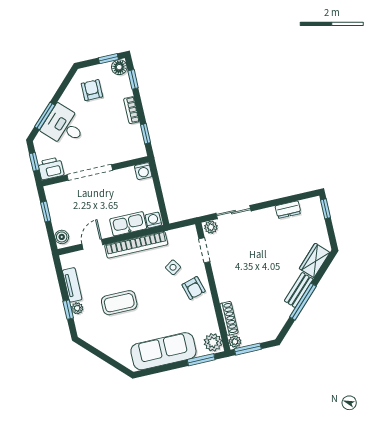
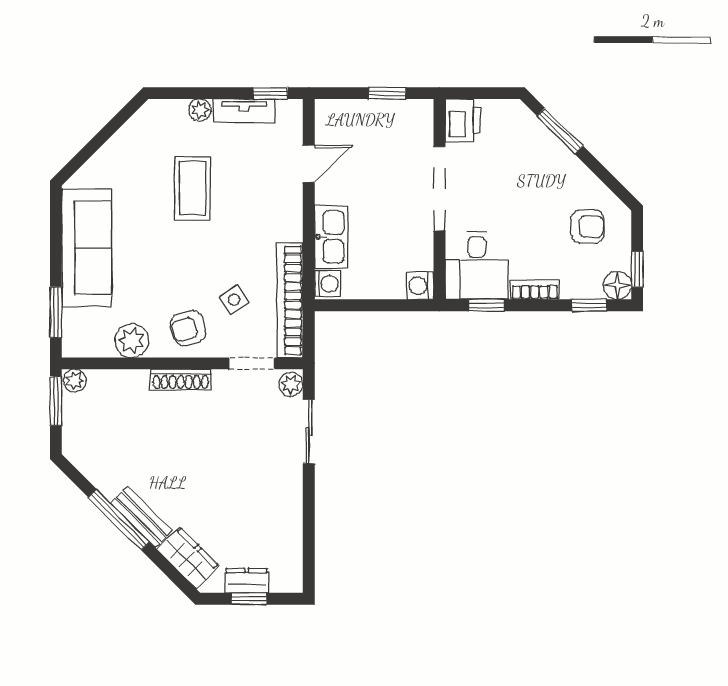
desk: (64, 126) -> (477, 265), moved, turned 135
window: (34, 162) -> (482, 93), removed
window: (325, 209) -> (249, 599), moved
dresser: (288, 210) -> (247, 581), moved, turned 90
boiler: (62, 237) -> (335, 112), removed
door: (92, 244) -> (309, 164), hinge flipped
bookcase: (136, 245) -> (290, 300), moved
window: (68, 310) -> (270, 93), moved
shoe rack: (229, 318) -> (181, 380), moved
plant: (213, 342) -> (132, 341), moved

